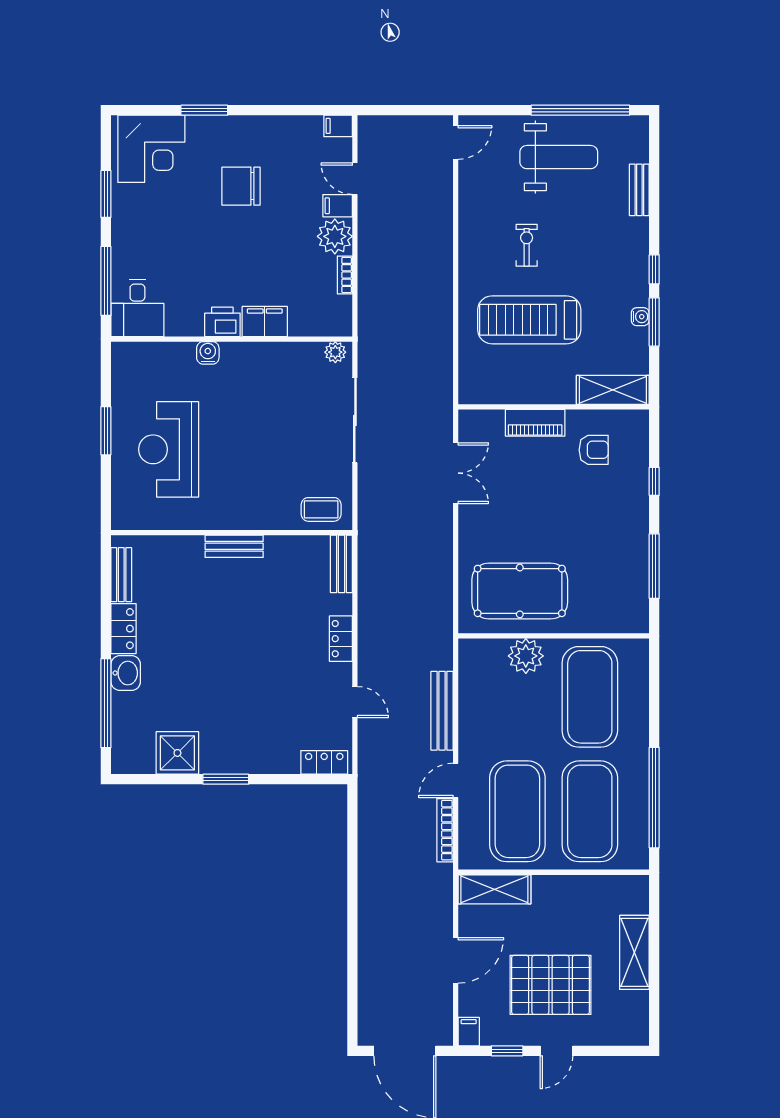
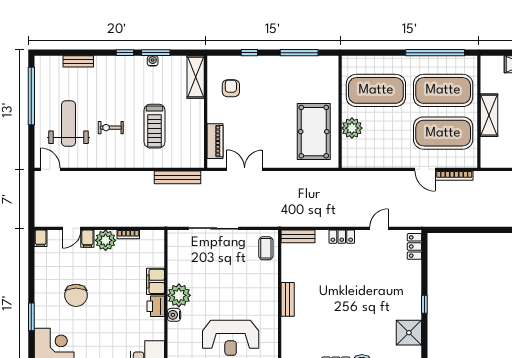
weight bench: (559, 157) -> (68, 124), moved
treadmill: (529, 320) -> (155, 126), width x0.73, depth x0.73
plant: (335, 352) -> (179, 295), moved, width x1.88, depth x1.88
piano: (535, 423) -> (215, 141), moved
bench: (442, 711) -> (177, 177), moved
window: (226, 779) -> (424, 304), width x0.67
shelving: (494, 889) -> (489, 115), moved

